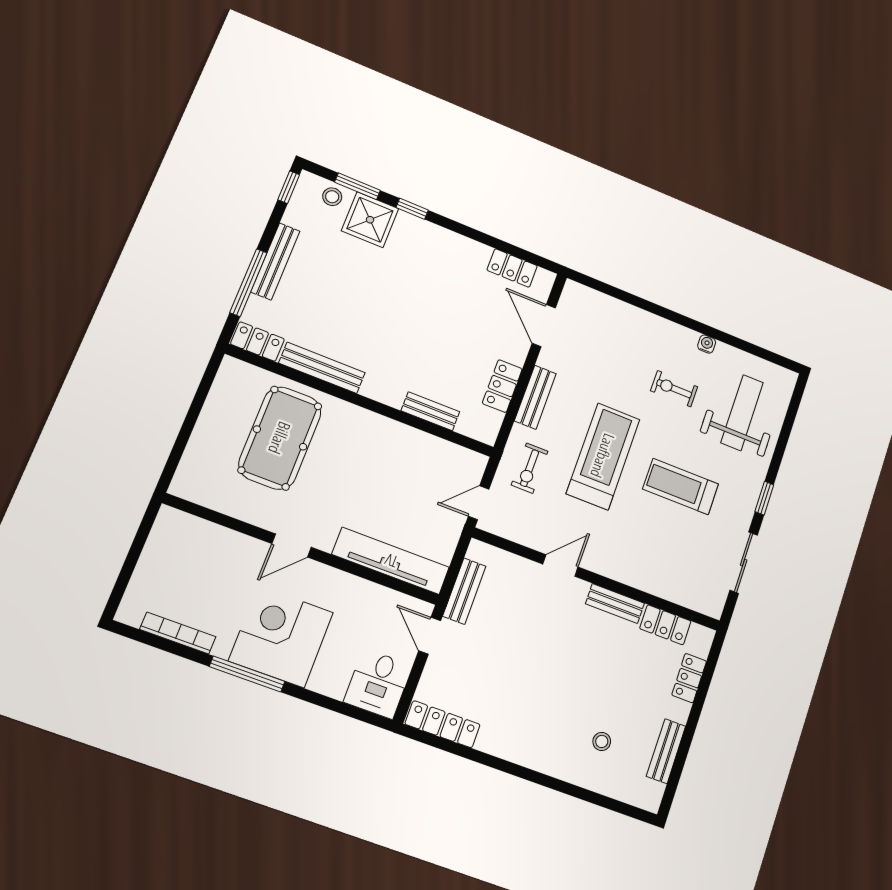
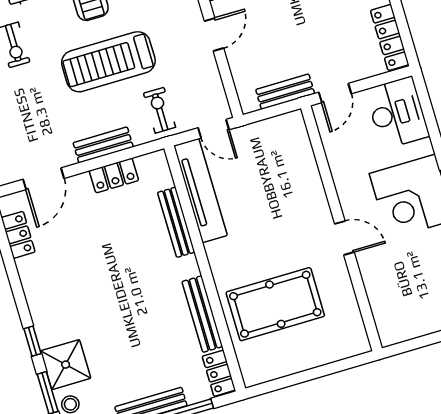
bench: (430, 411) -> (176, 222), width x1.36
exercise bike: (530, 468) -> (160, 110), turned -90
tv unit: (391, 561) -> (200, 191), moved, turned 180
door: (560, 566) -> (214, 35), swing flipped
desk: (378, 684) -> (397, 113), width x1.37

